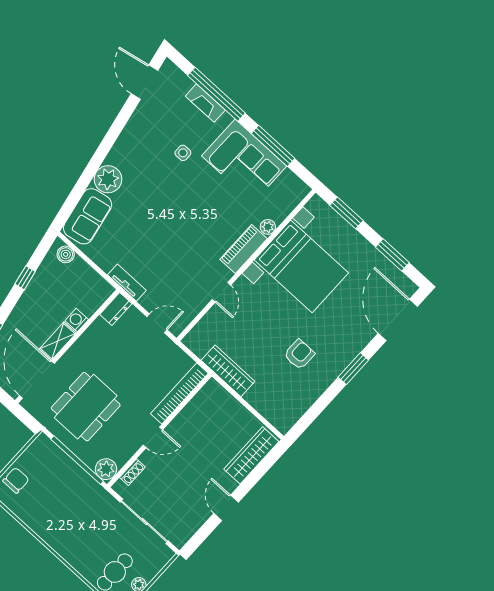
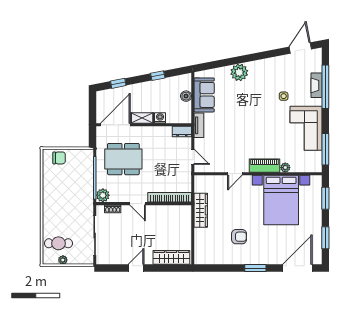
window: (273, 146) -> (325, 149), moved
sofa: (88, 216) -> (204, 95), moved, turned -79
boiler: (66, 254) -> (186, 96), moved

